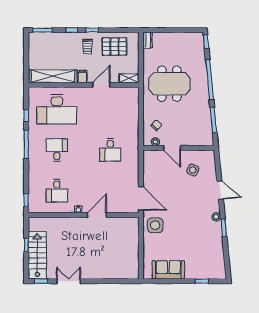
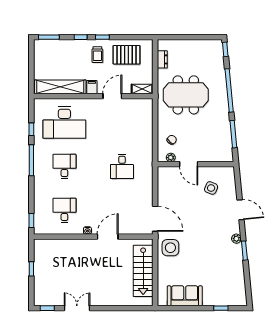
dresser: (148, 40) -> (162, 59), moved
desk: (57, 191) -> (64, 210), turned 180
stairs: (37, 255) -> (143, 271), moved, turned 180

